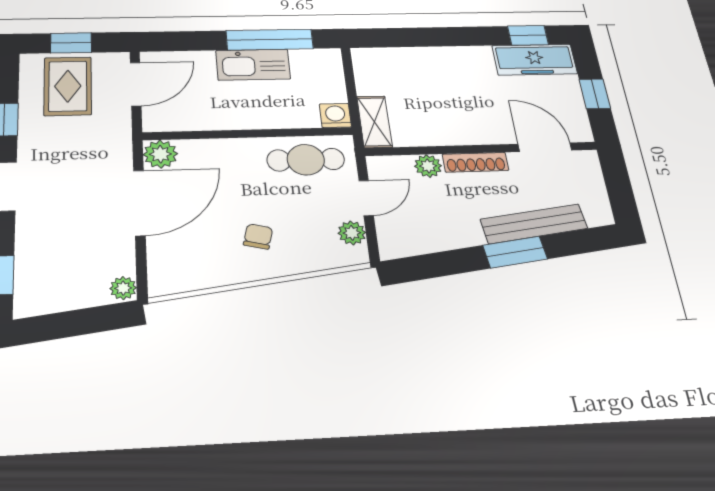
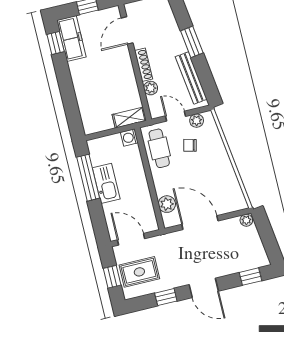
plant: (160, 154) -> (167, 204), moved
bench: (534, 224) -> (191, 78), moved
chair: (258, 236) -> (190, 145), moved

